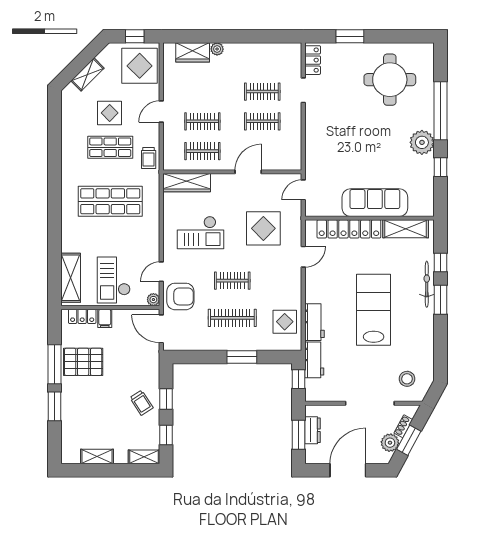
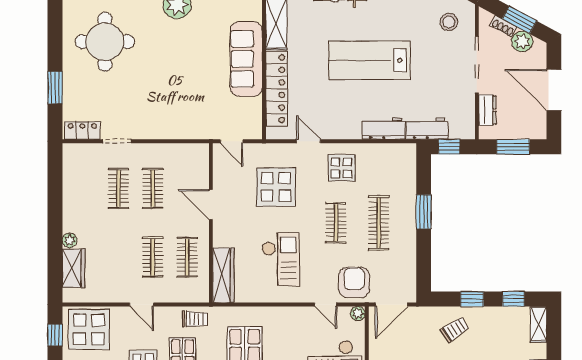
display table: (285, 322) -> (341, 168), moved
trolley: (141, 403) -> (455, 329), moved
dresser: (312, 430) -> (487, 110), moved, turned 90

